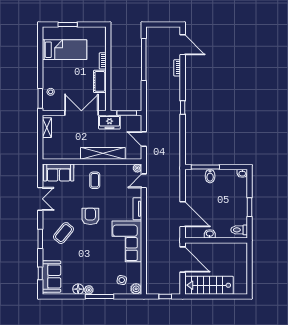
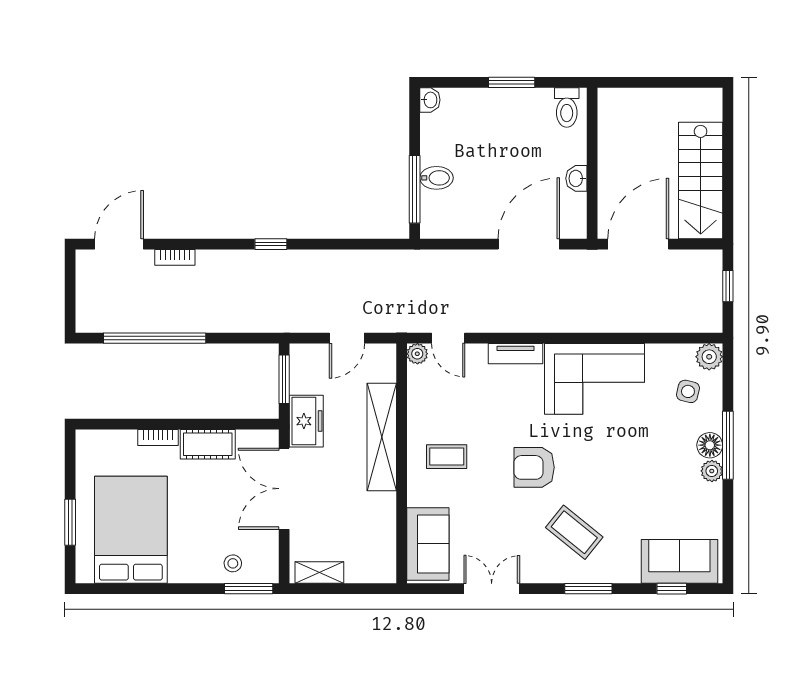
bed: (65, 50) -> (131, 530), width x1.50
floor lamp: (78, 289) -> (710, 445), moved

